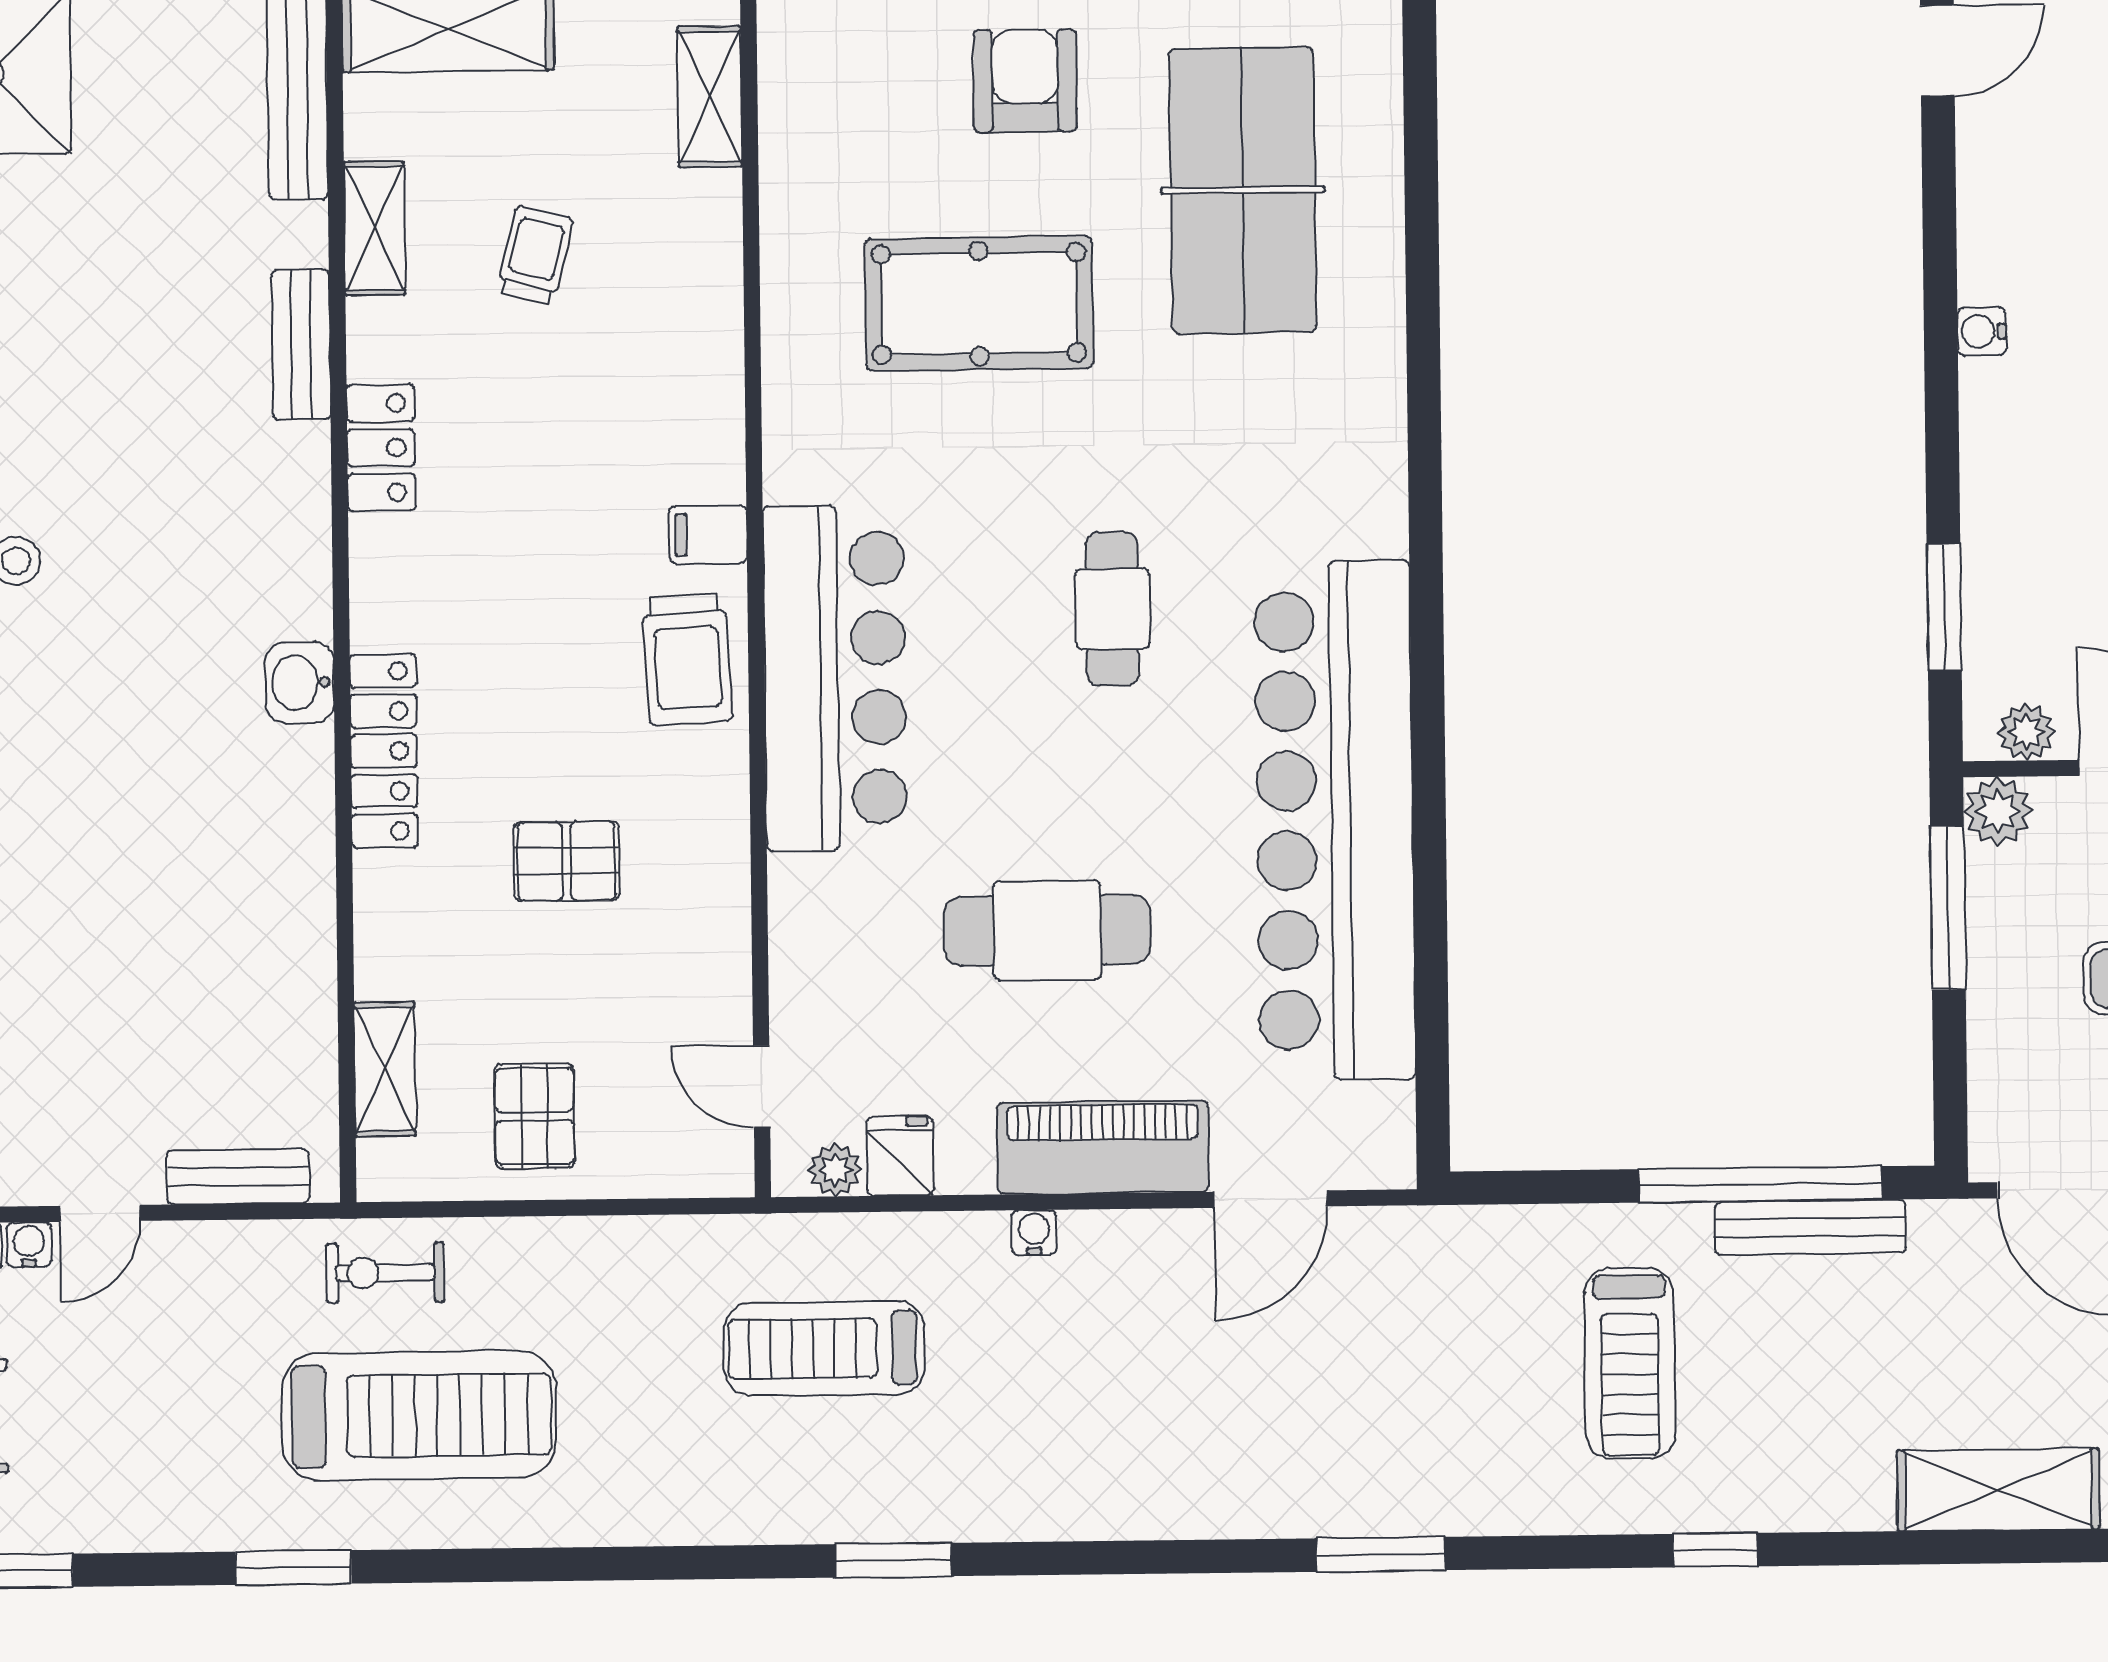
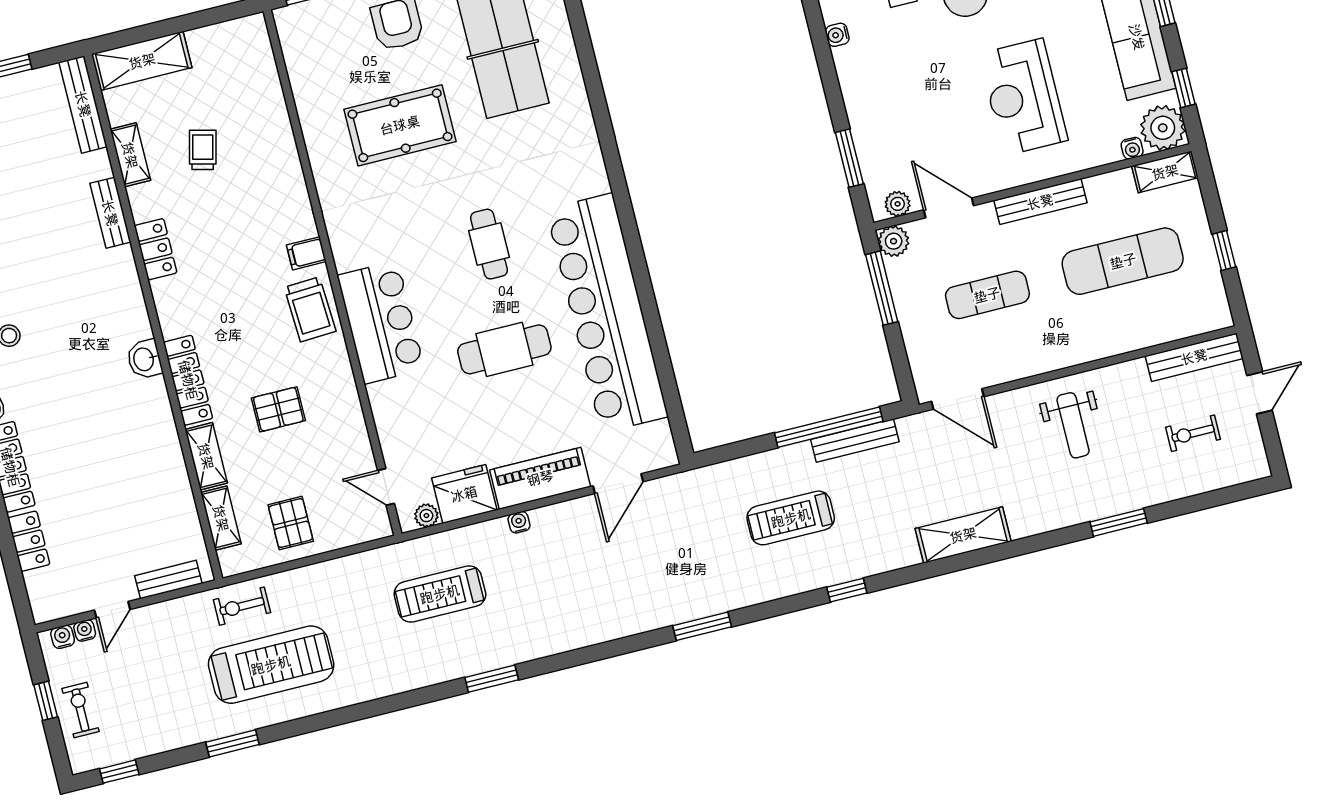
shelving: (710, 97) -> (206, 456), moved
bar counter: (835, 678) -> (381, 322), width x0.73
cafe table: (1047, 930) -> (504, 349), moved
fridge: (900, 1156) -> (464, 494), width x1.88, depth x1.34
treadmill: (1630, 1363) -> (791, 518), turned 90

